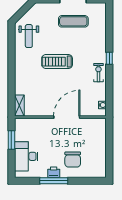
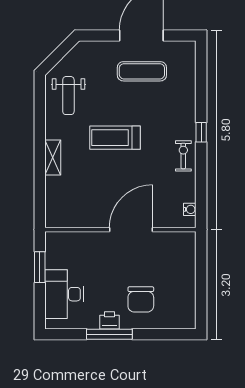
shelving: (19, 106) -> (53, 157), moved

